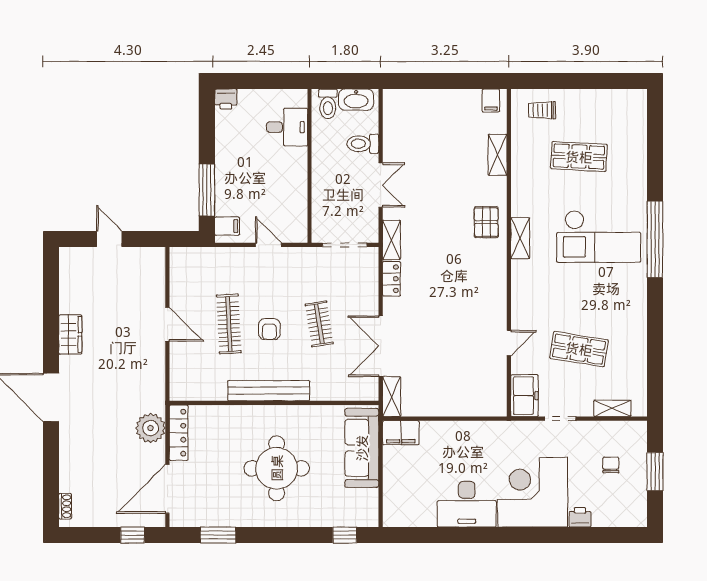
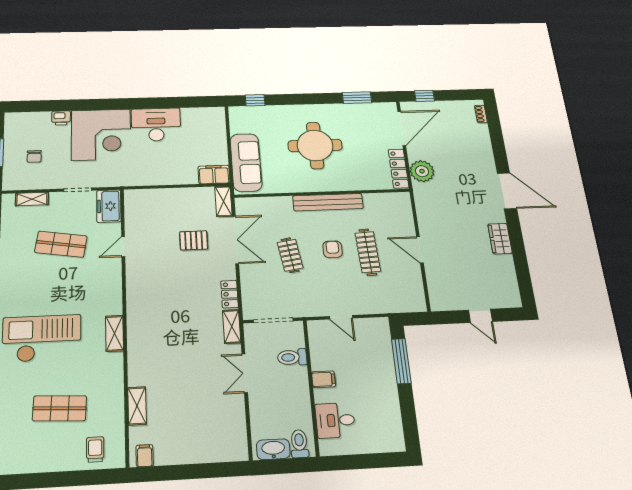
printer: (226, 99) -> (395, 443), removed
trolley: (542, 110) -> (95, 449), turned -90
toilet: (363, 144) -> (292, 357), moved, turned 180
pallet: (486, 222) -> (194, 240), moved, turned 90
filing cabinet: (227, 226) -> (323, 379), moved, turned 180

